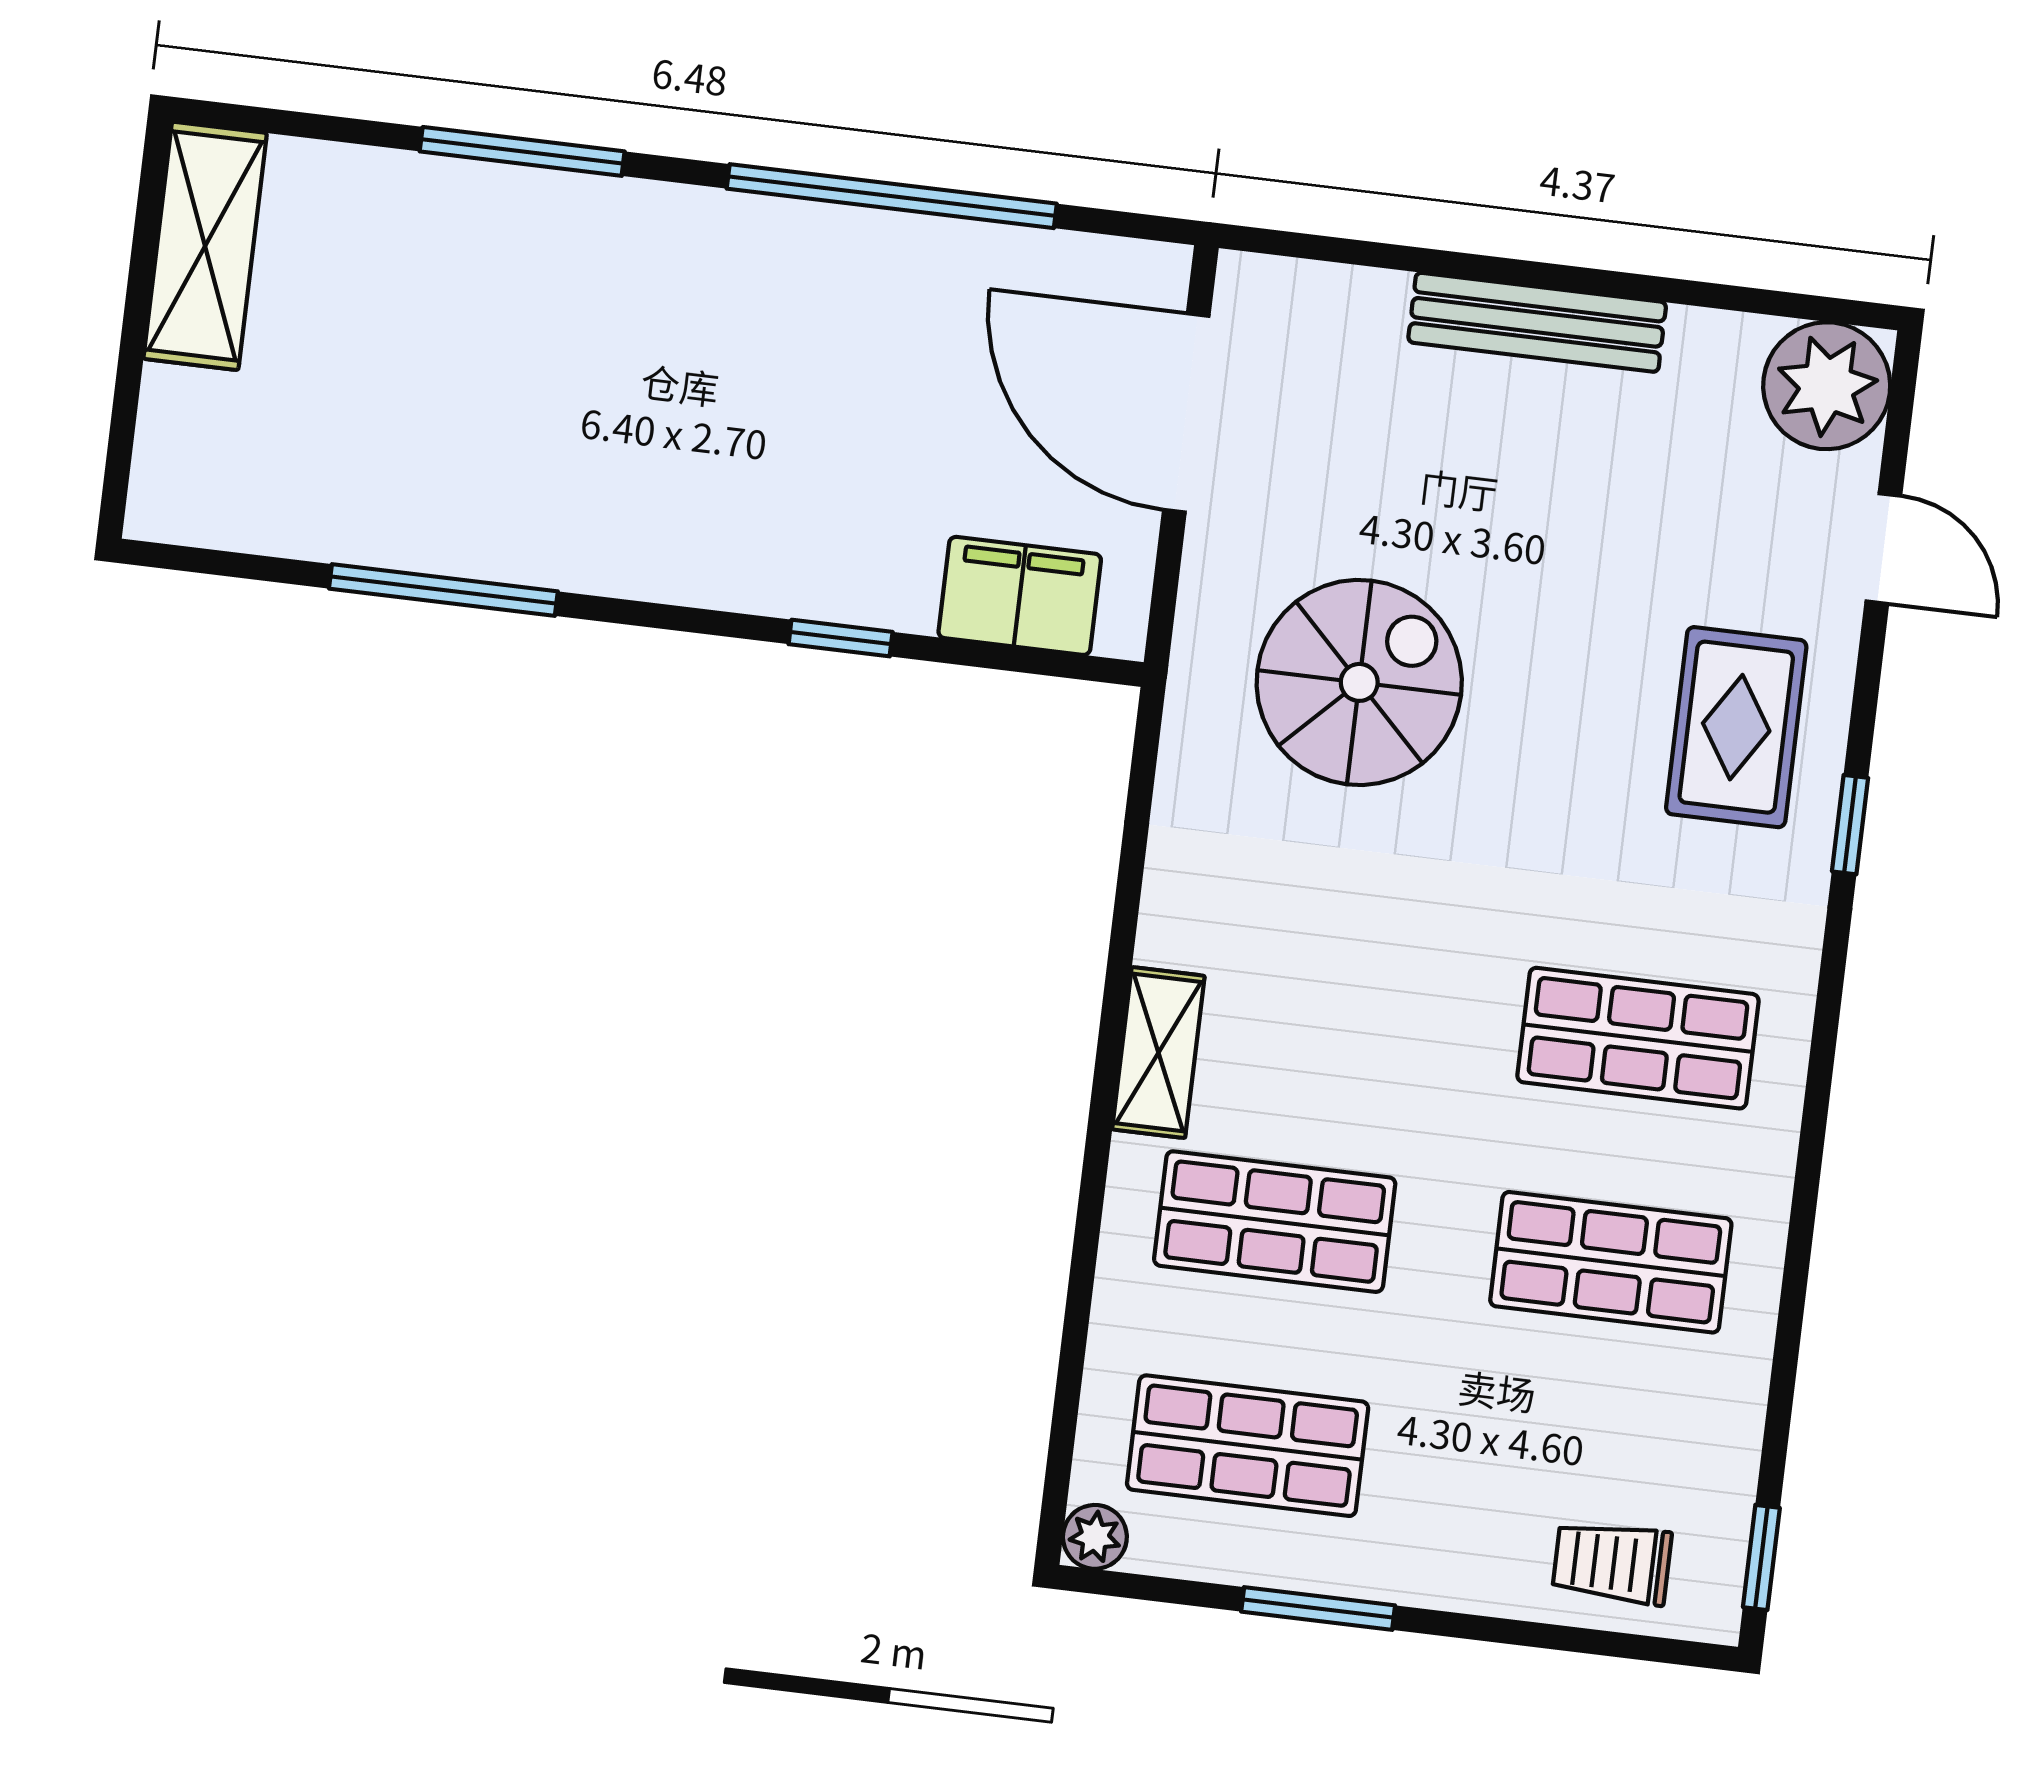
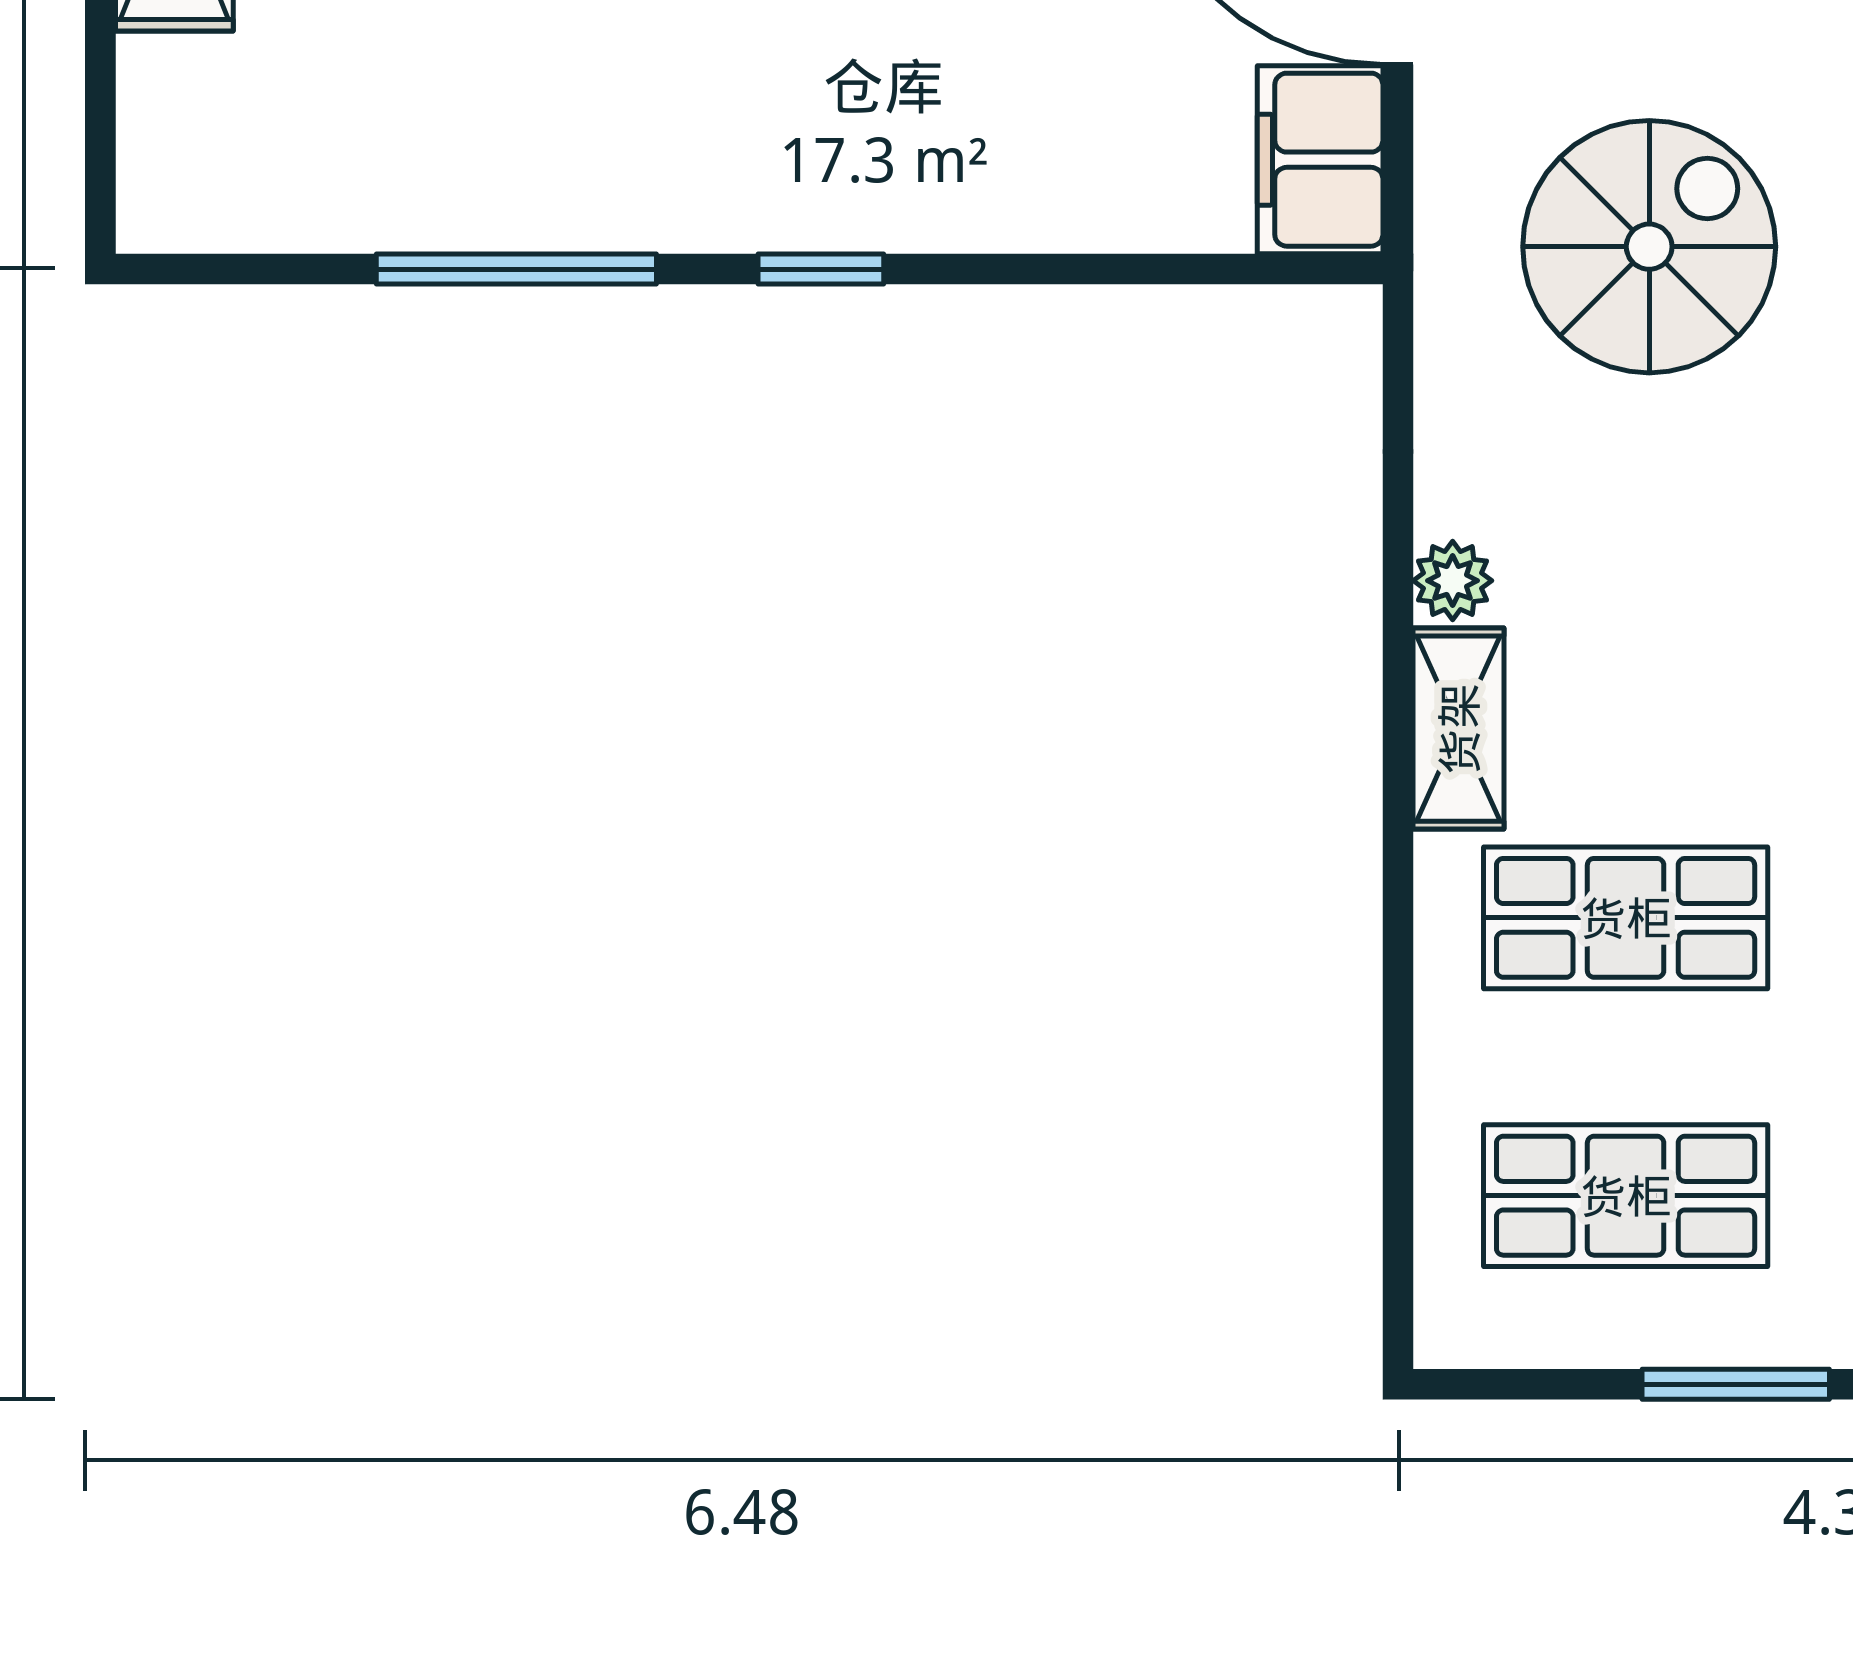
filing cabinet: (1020, 596) -> (1320, 160), moved, turned -90
window: (841, 638) -> (821, 269), moved
plant: (1095, 1537) -> (1453, 581), moved

